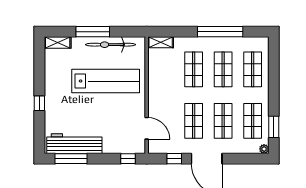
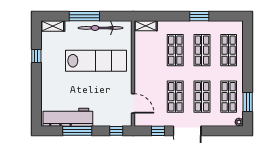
window: (220, 32) -> (199, 16), width x0.47
window: (39, 103) -> (36, 56), moved
window: (71, 159) -> (77, 131), moved

